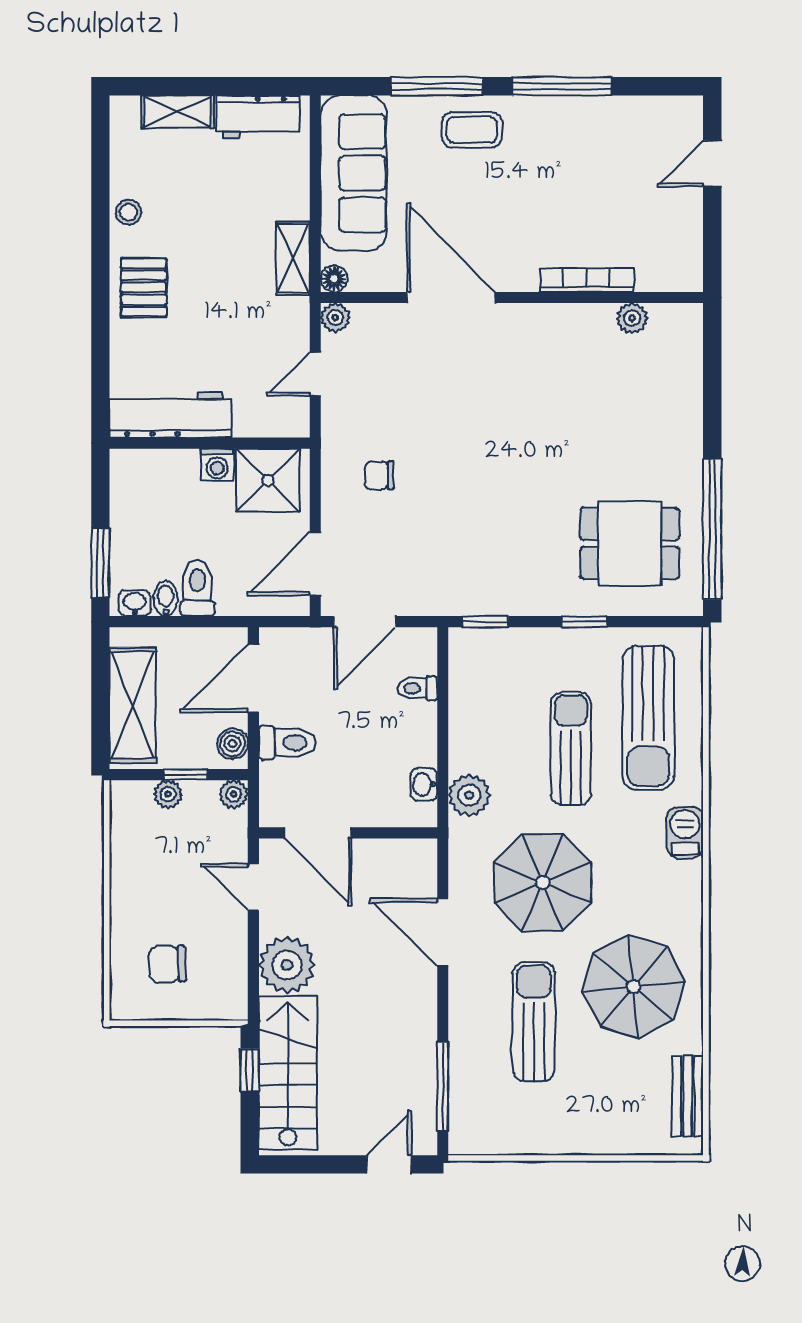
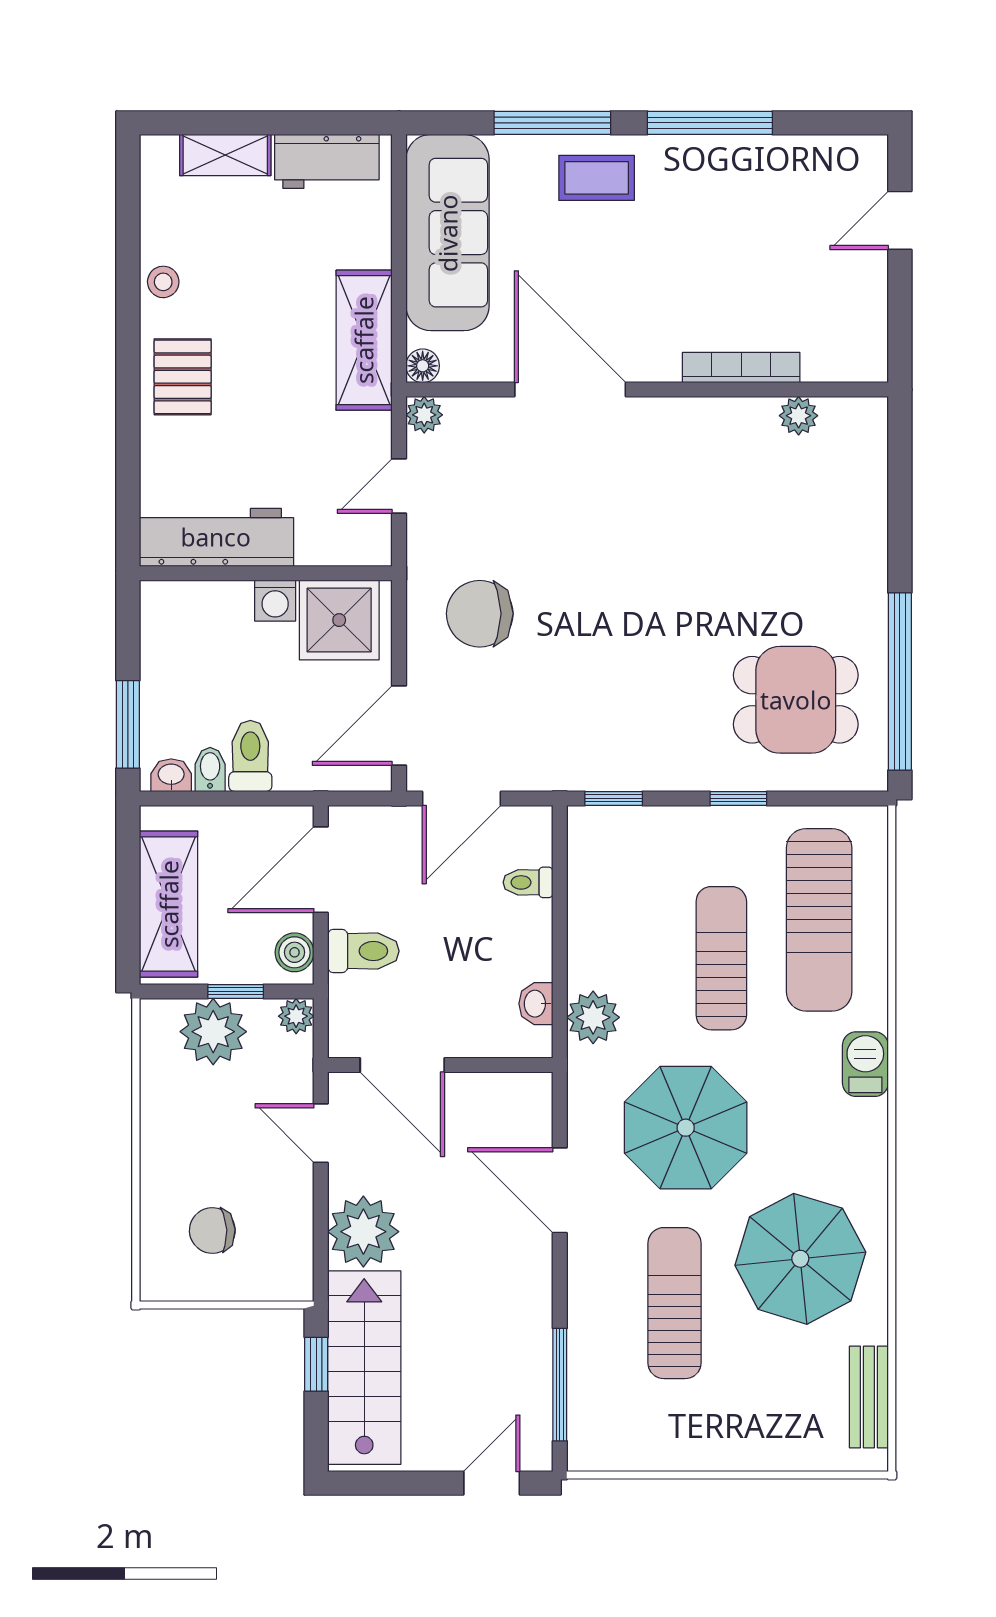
shelving: (293, 258) -> (364, 340), width x1.50, depth x1.33
chair: (379, 475) -> (480, 614), width x1.87, depth x1.87
plant: (168, 794) -> (213, 1032), width x1.87, depth x1.87

